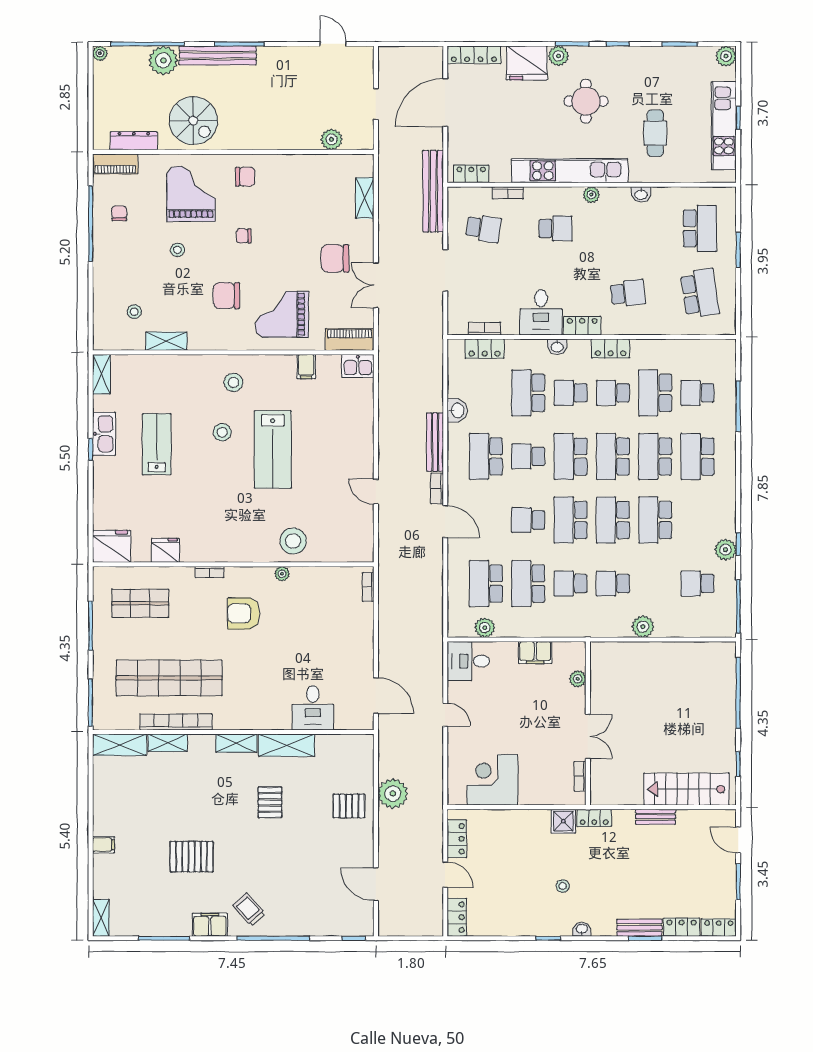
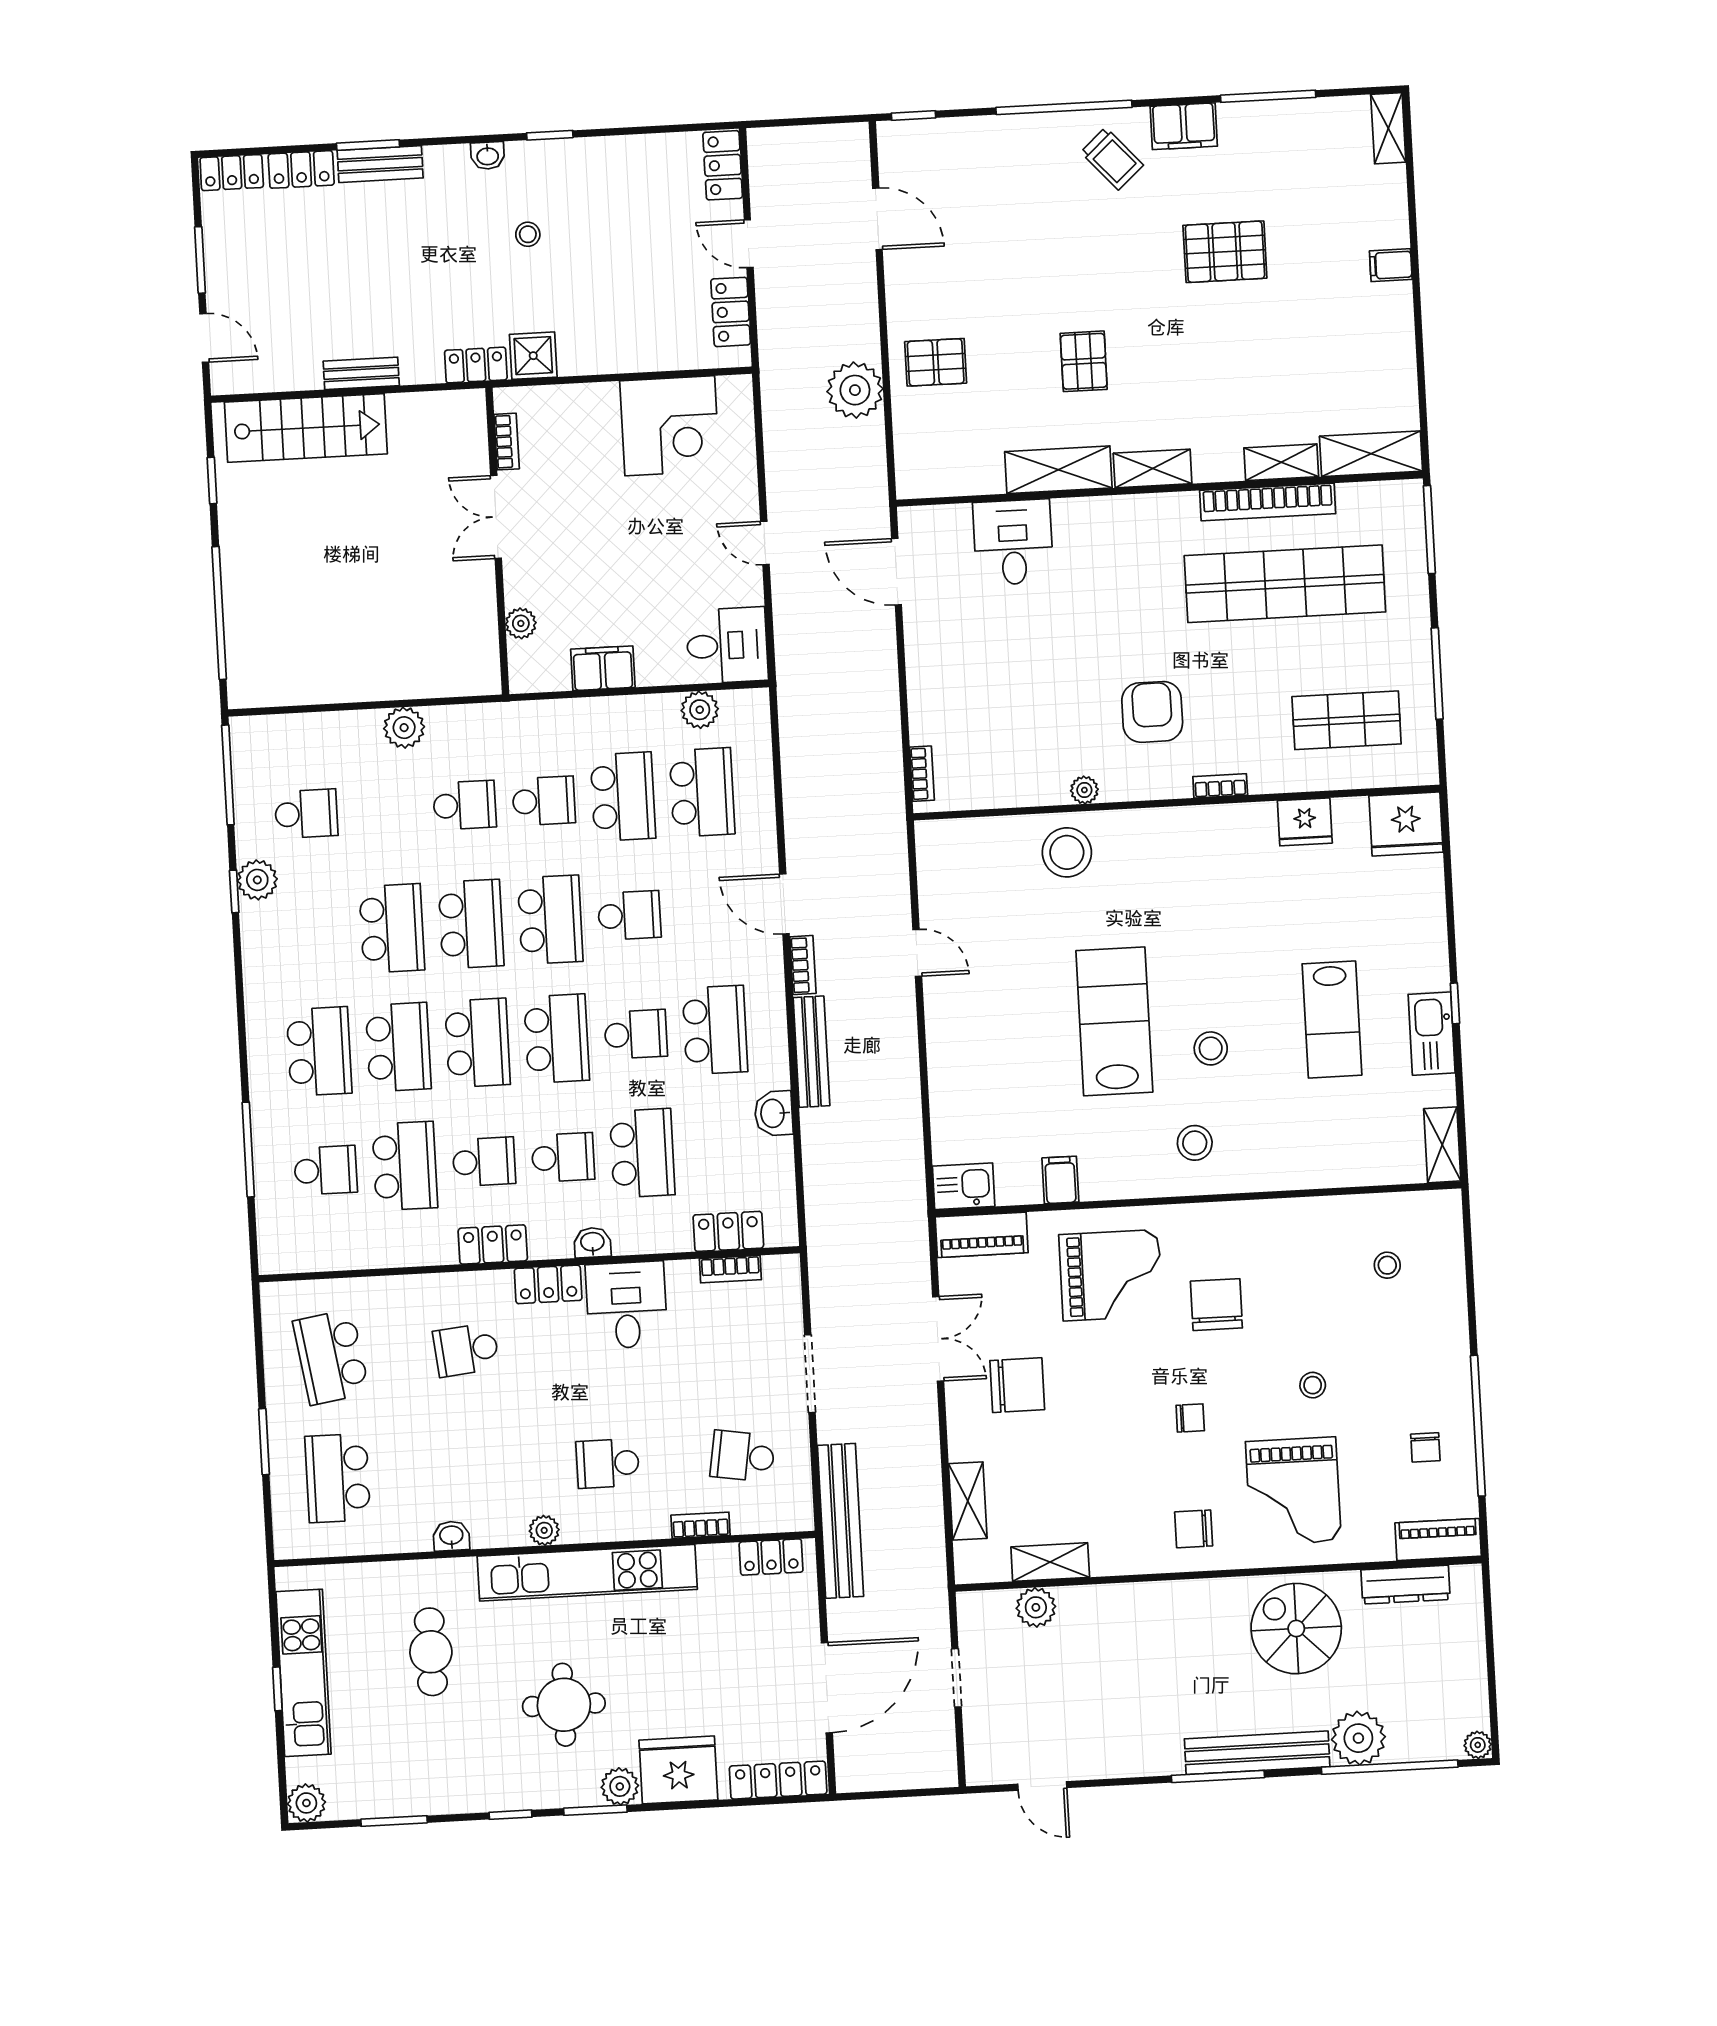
chair: (226, 296) -> (1216, 1305), turned -90
shelving: (166, 341) -> (1050, 1562), moved
armchair: (244, 613) -> (1152, 712), turned -90

